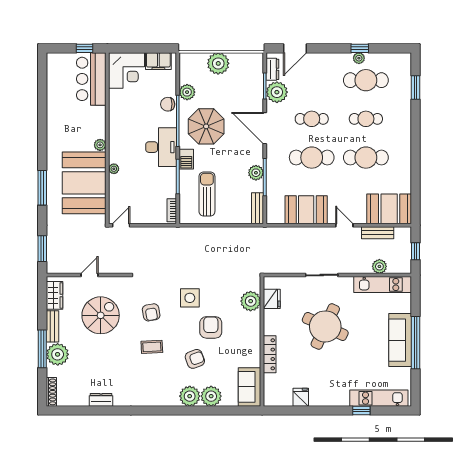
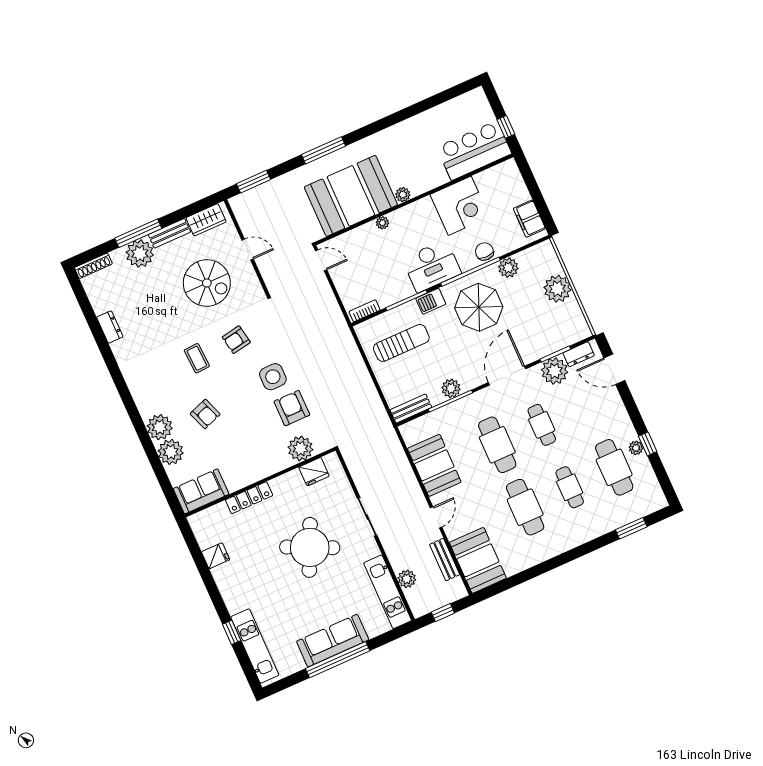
corner desk: (127, 70) -> (460, 206), moved, turned -90
armchair: (211, 327) -> (292, 408), moved, turned -90

